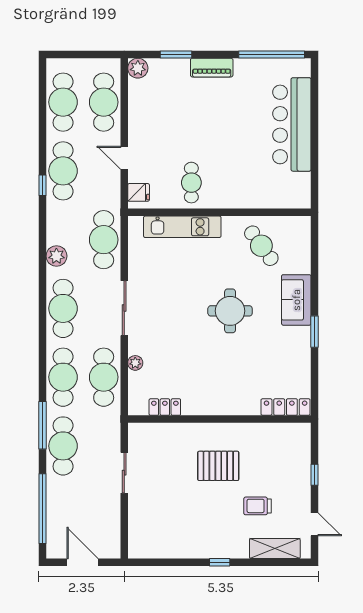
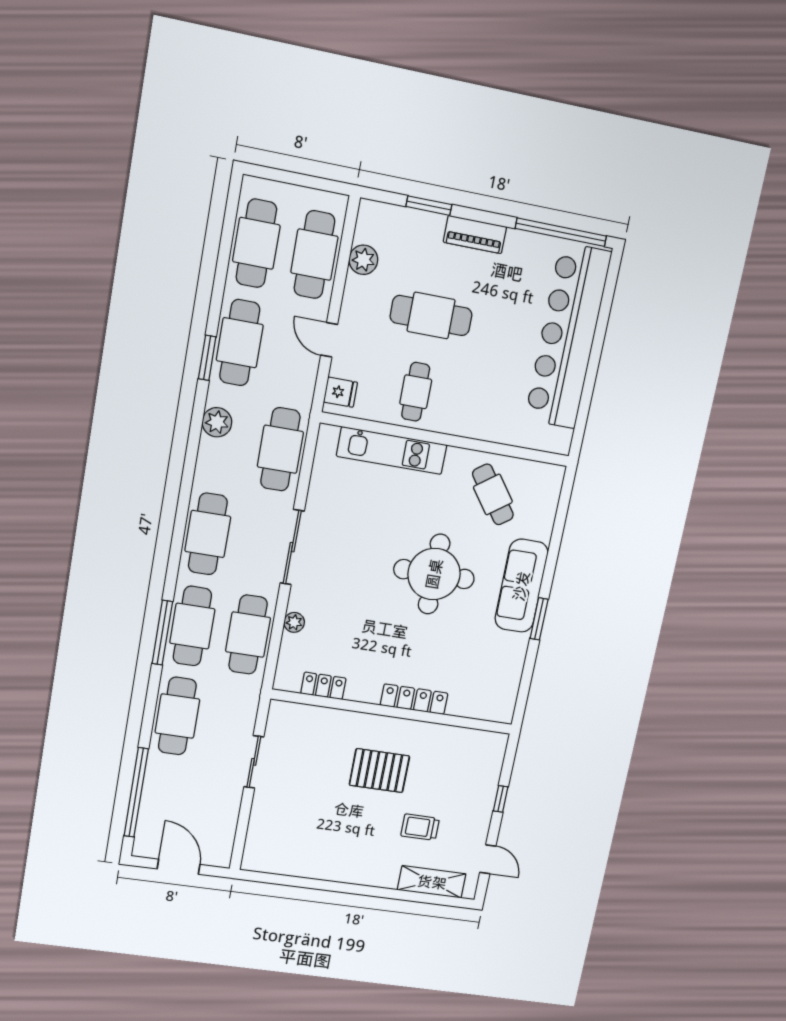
plant: (138, 68) -> (363, 260), moved
bar counter: (292, 124) -> (568, 336), width x1.36
cafe table: (192, 128) -> (431, 316), added
window: (43, 185) -> (207, 358), width x1.50
plant: (56, 256) -> (217, 422), moved
sofa: (296, 300) -> (521, 586), width x1.36
round table: (230, 311) -> (434, 574), width x1.36, depth x1.36
locker: (286, 407) -> (414, 699), moved
window: (43, 425) -> (162, 633), moved
window: (220, 562) -> (358, 889), removed

